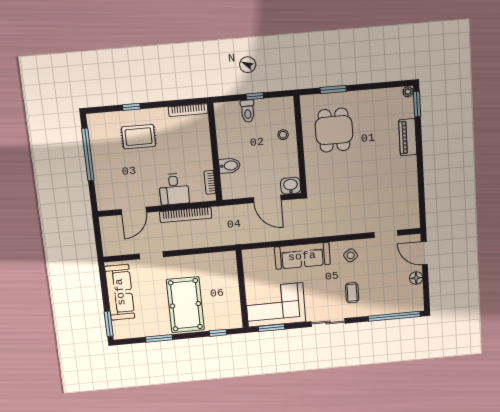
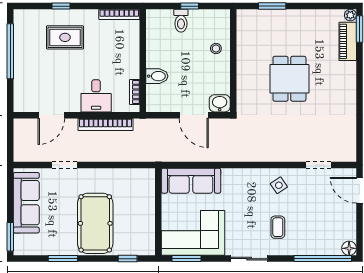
dining table: (334, 130) -> (289, 79), moved
piano: (408, 137) -> (348, 41), moved
sofa: (302, 256) -> (191, 181), moved
floor lamp: (416, 278) -> (349, 248), moved

